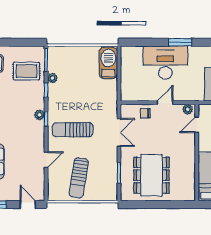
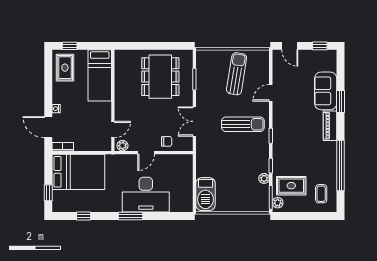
plant: (39, 115) -> (278, 203), moved

